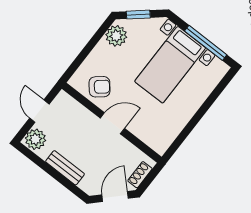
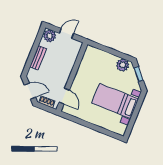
window: (206, 43) -> (134, 118), removed
armchair: (100, 87) -> (91, 64), removed
door: (112, 123) -> (64, 96), moved

